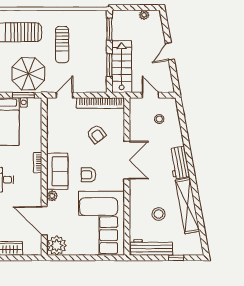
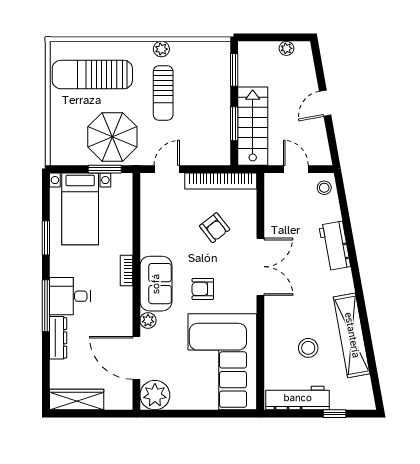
plant: (61, 15) -> (161, 49), added
stool: (159, 119) -> (324, 188), moved
workbench: (179, 163) -> (335, 246), moved

